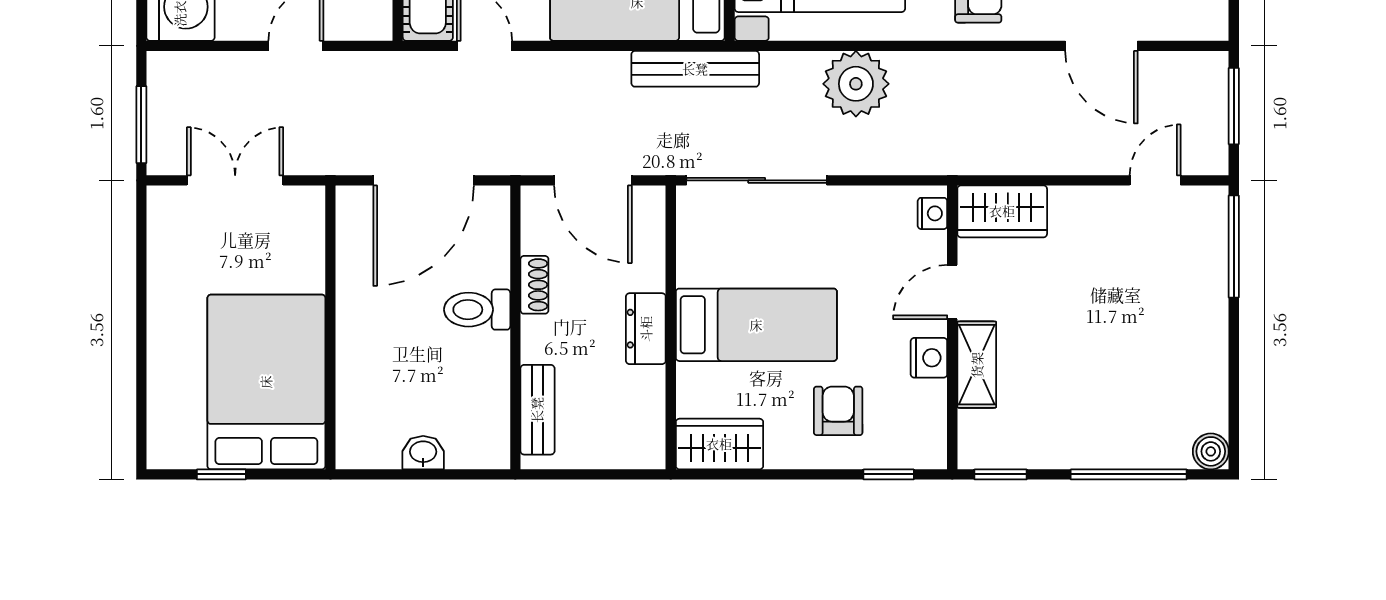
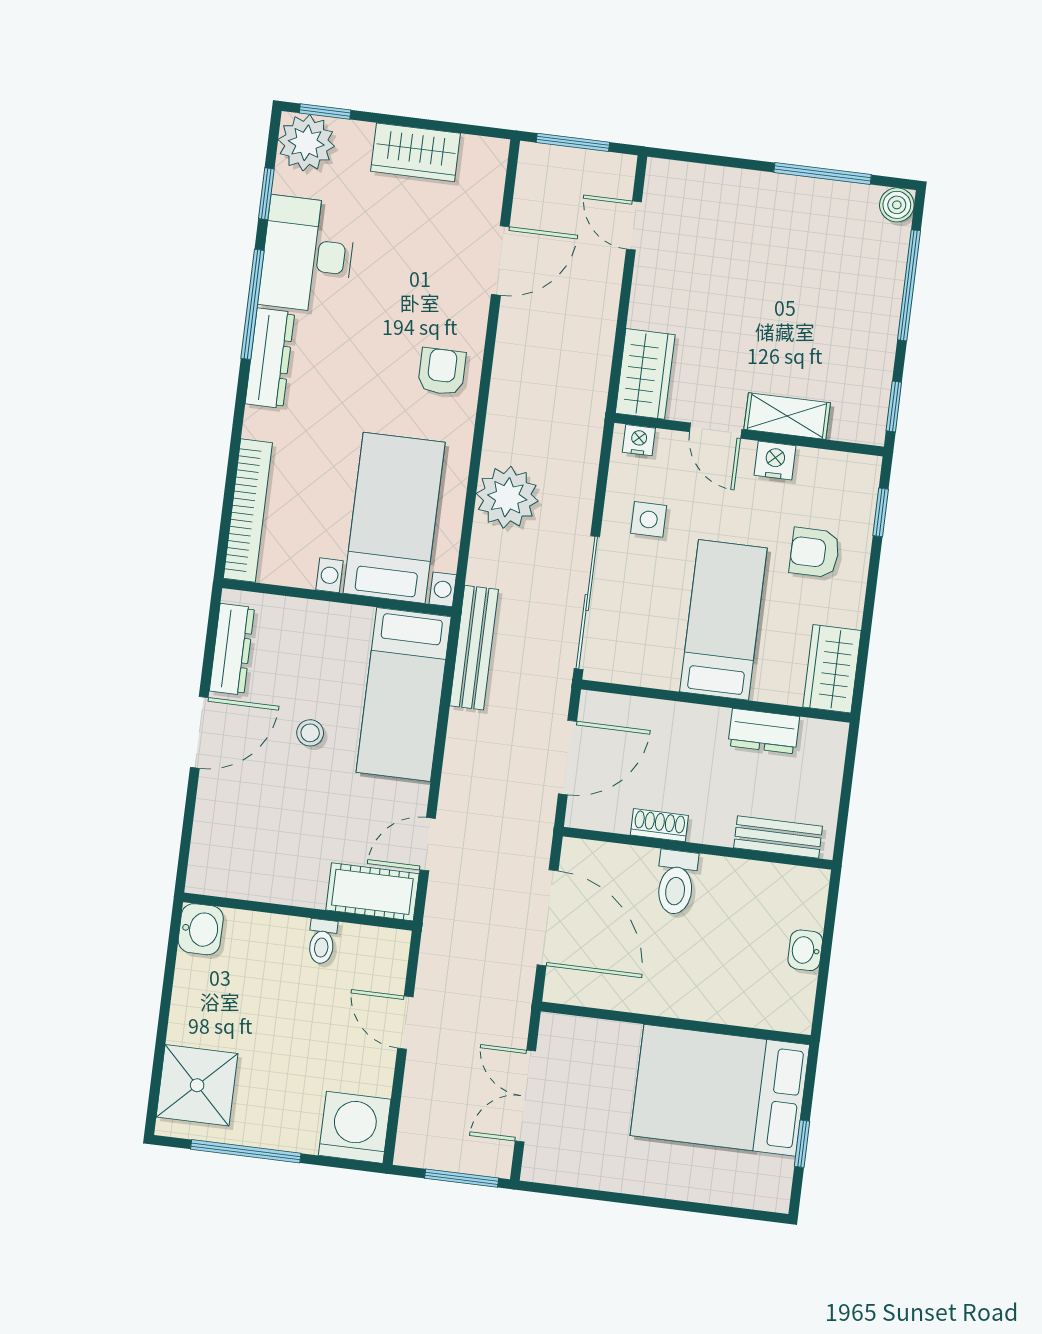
side table: (851, 234) -> (649, 519), added
window: (1234, 247) -> (823, 174), moved
dresser: (646, 329) -> (764, 731), moved

